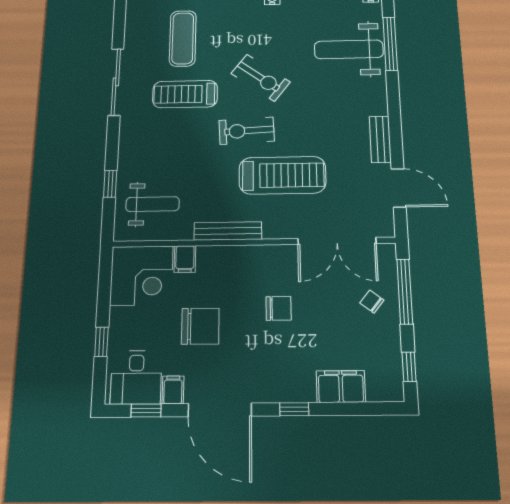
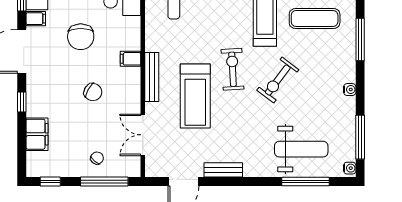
weight bench: (349, 49) -> (301, 149), turned 90
bench: (228, 231) -> (152, 77), moved
double door: (337, 241) -> (143, 135), width x0.73
filing cabinet: (185, 259) -> (131, 59), moved
chair: (279, 308) -> (93, 92), turned -60

